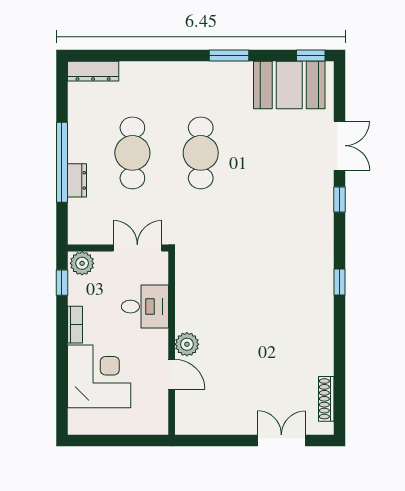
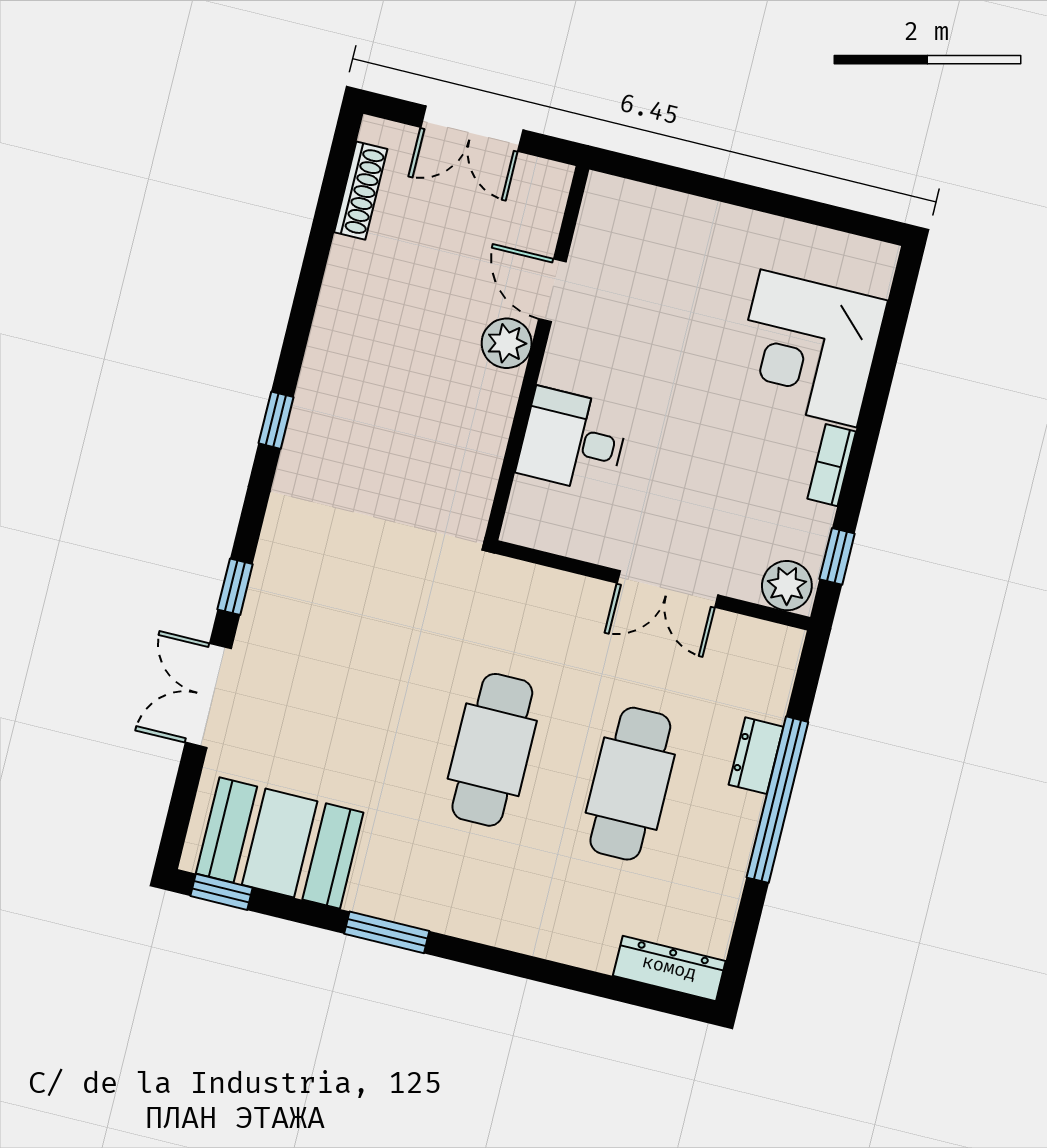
desk: (145, 307) -> (573, 440), moved
wall: (172, 343) -> (537, 353), moved
plant: (187, 344) -> (507, 343), moved
door: (172, 374) -> (552, 290), moved

